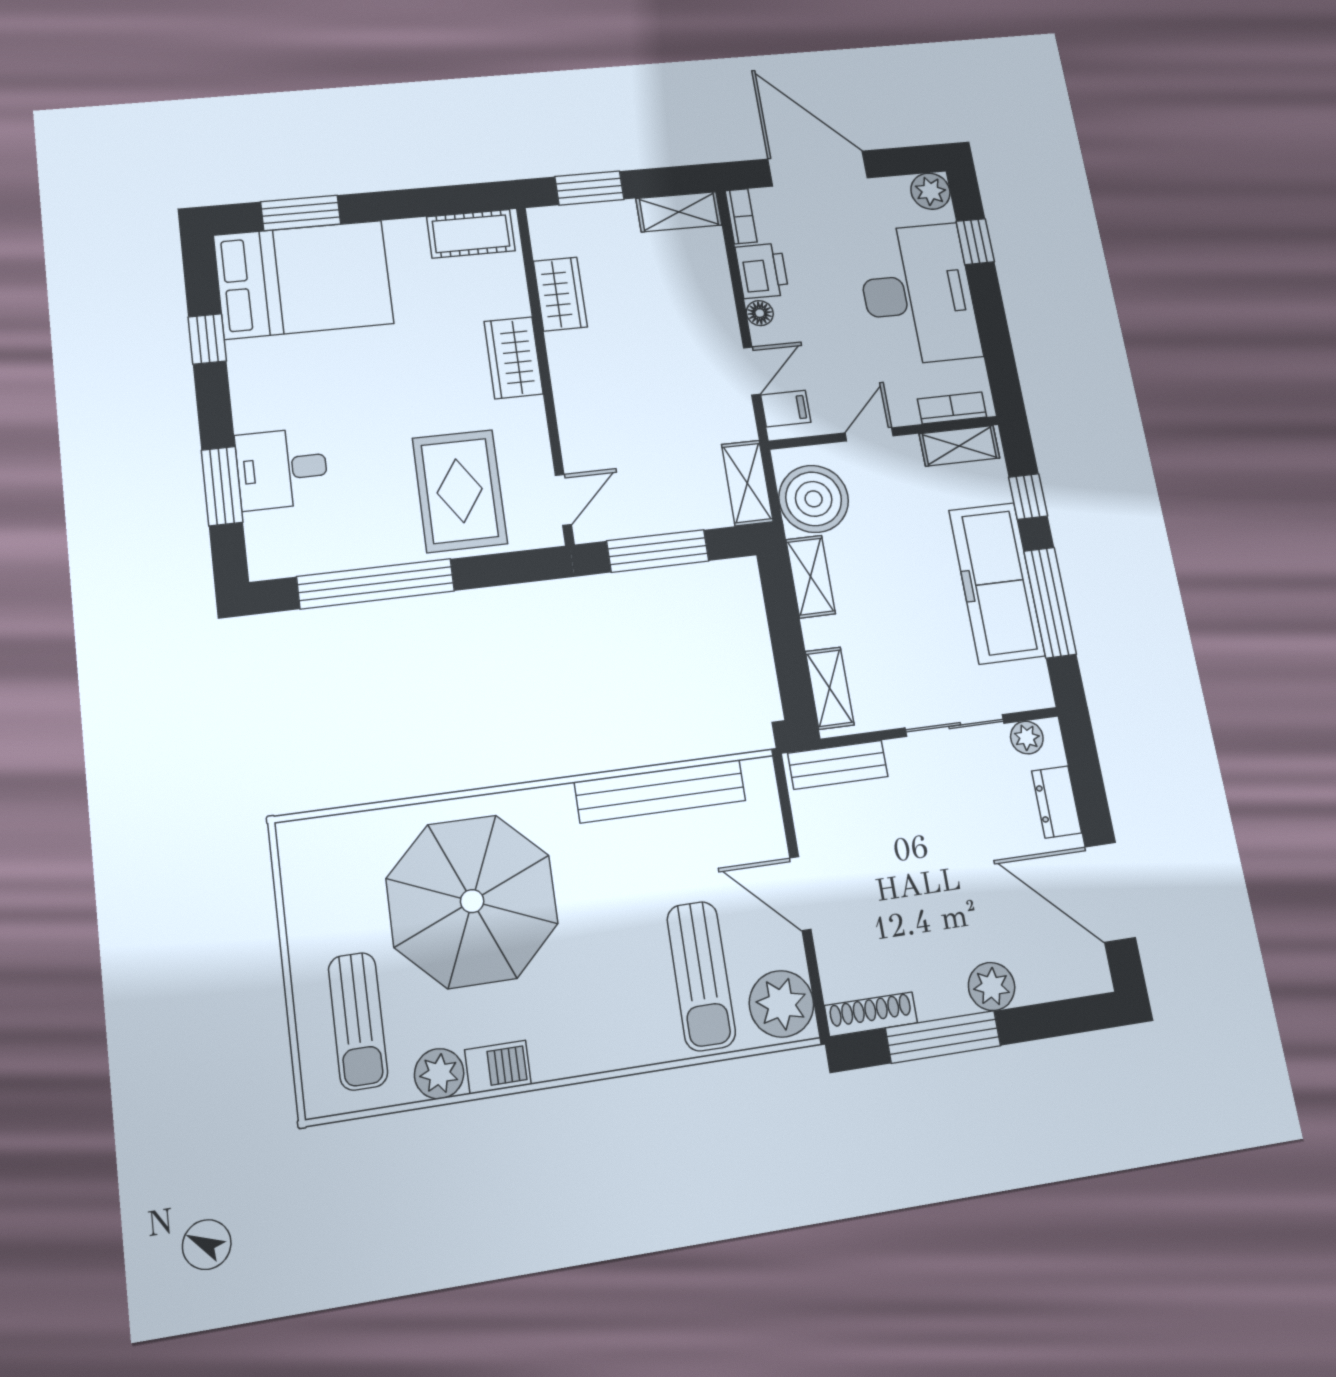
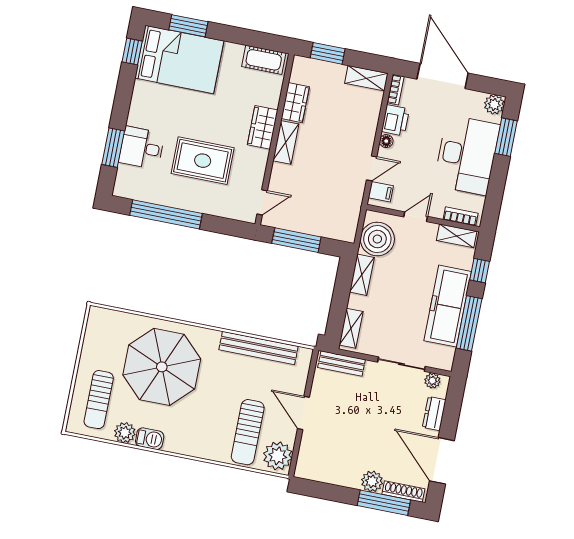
window: (975, 242) -> (506, 137), width x1.50
window: (207, 339) -> (132, 52), moved
shelving: (747, 483) -> (286, 142), moved
rug: (460, 491) -> (203, 161), moved, turned 90
shoe rack: (871, 1014) -> (403, 492), moved
window: (943, 1037) -> (384, 503), moved

